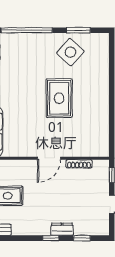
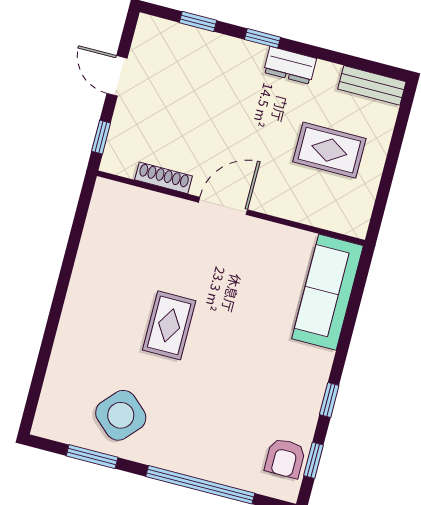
rug: (59, 98) -> (169, 325), width x0.73, depth x0.70
dresser: (62, 229) -> (290, 65), moved

